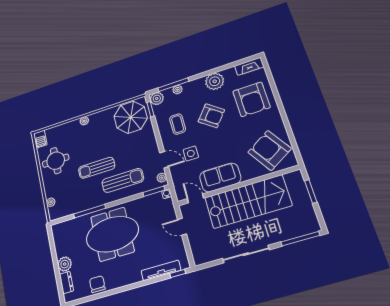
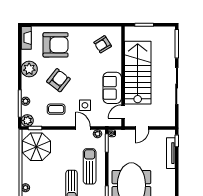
armchair: (269, 150) -> (103, 44), width x0.53, depth x0.53
door: (164, 160) -> (83, 128), hinge flipped

